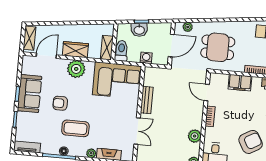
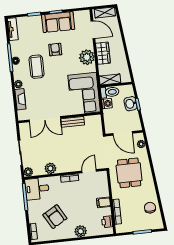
washing machine: (146, 58) -> (107, 104), moved
filing cabinet: (240, 83) -> (104, 202), width x0.50
double door: (137, 131) -> (45, 119), width x1.37

